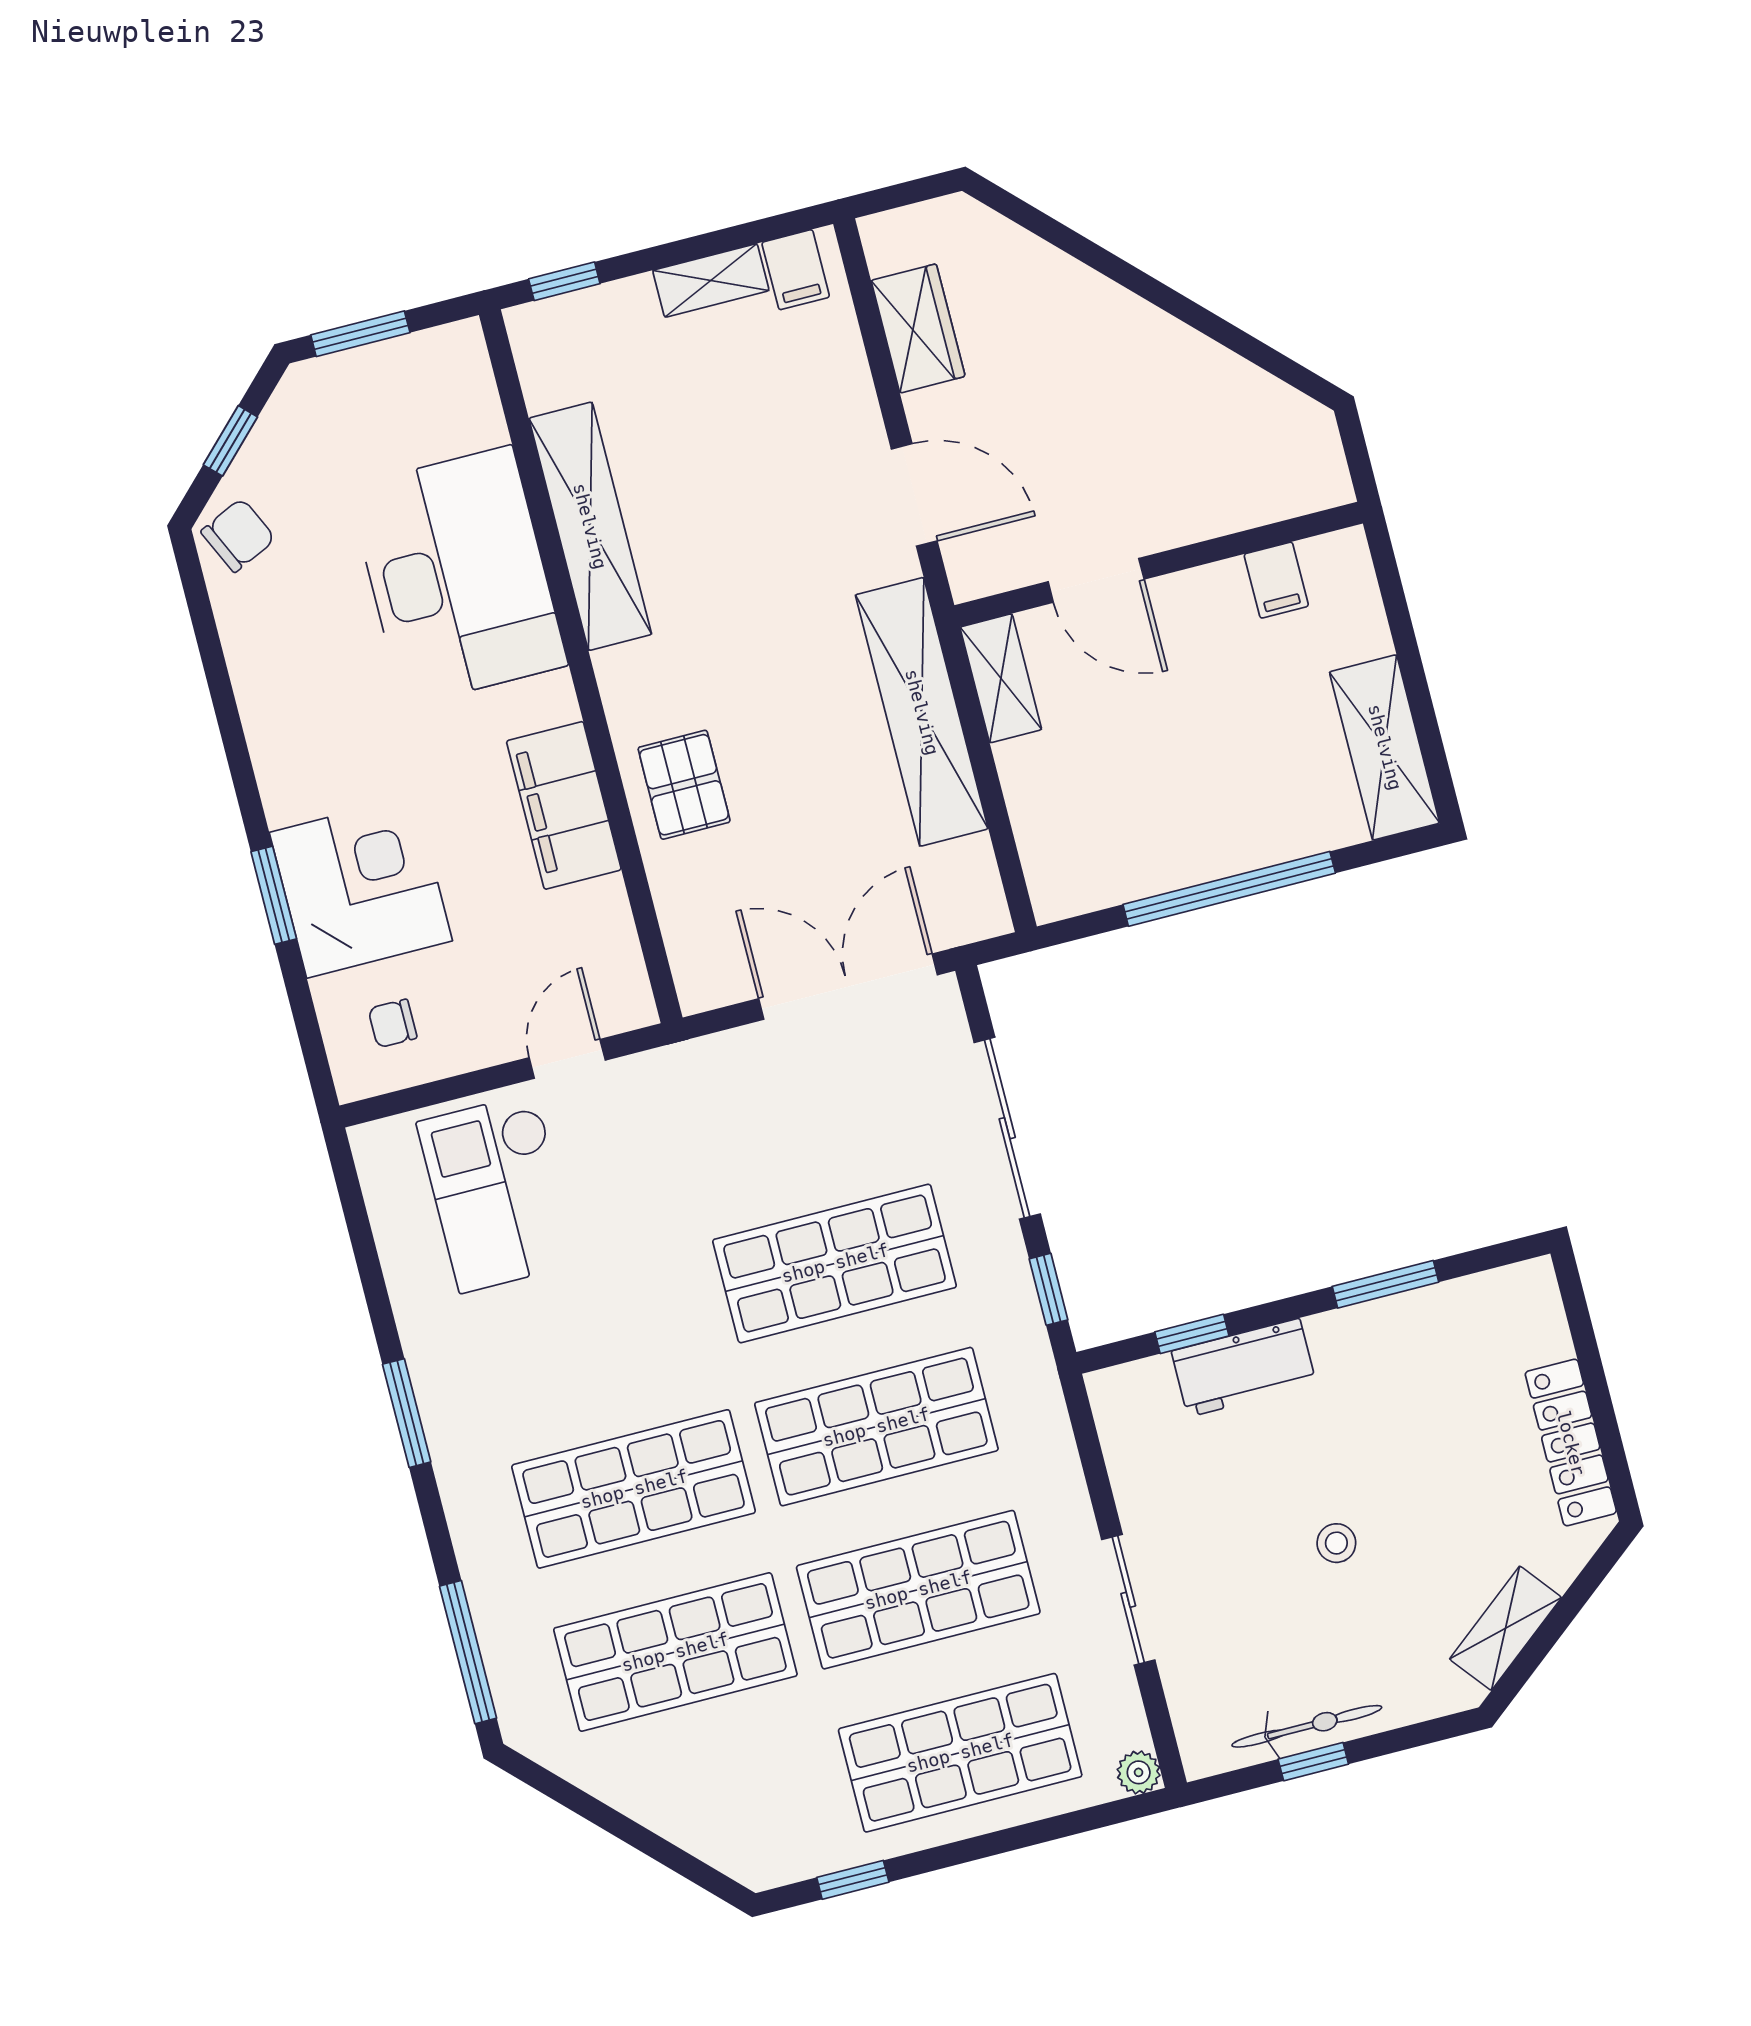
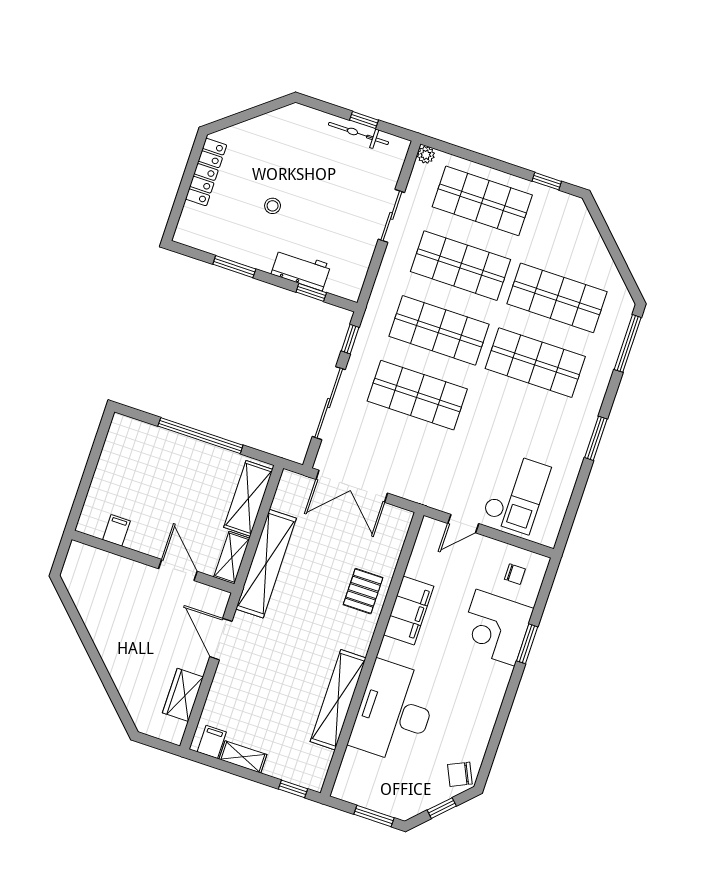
shelving: (1385, 747) -> (248, 498), moved
stool: (1336, 1543) -> (273, 206), moved
shelving: (1505, 1628) -> (269, 123), removed

